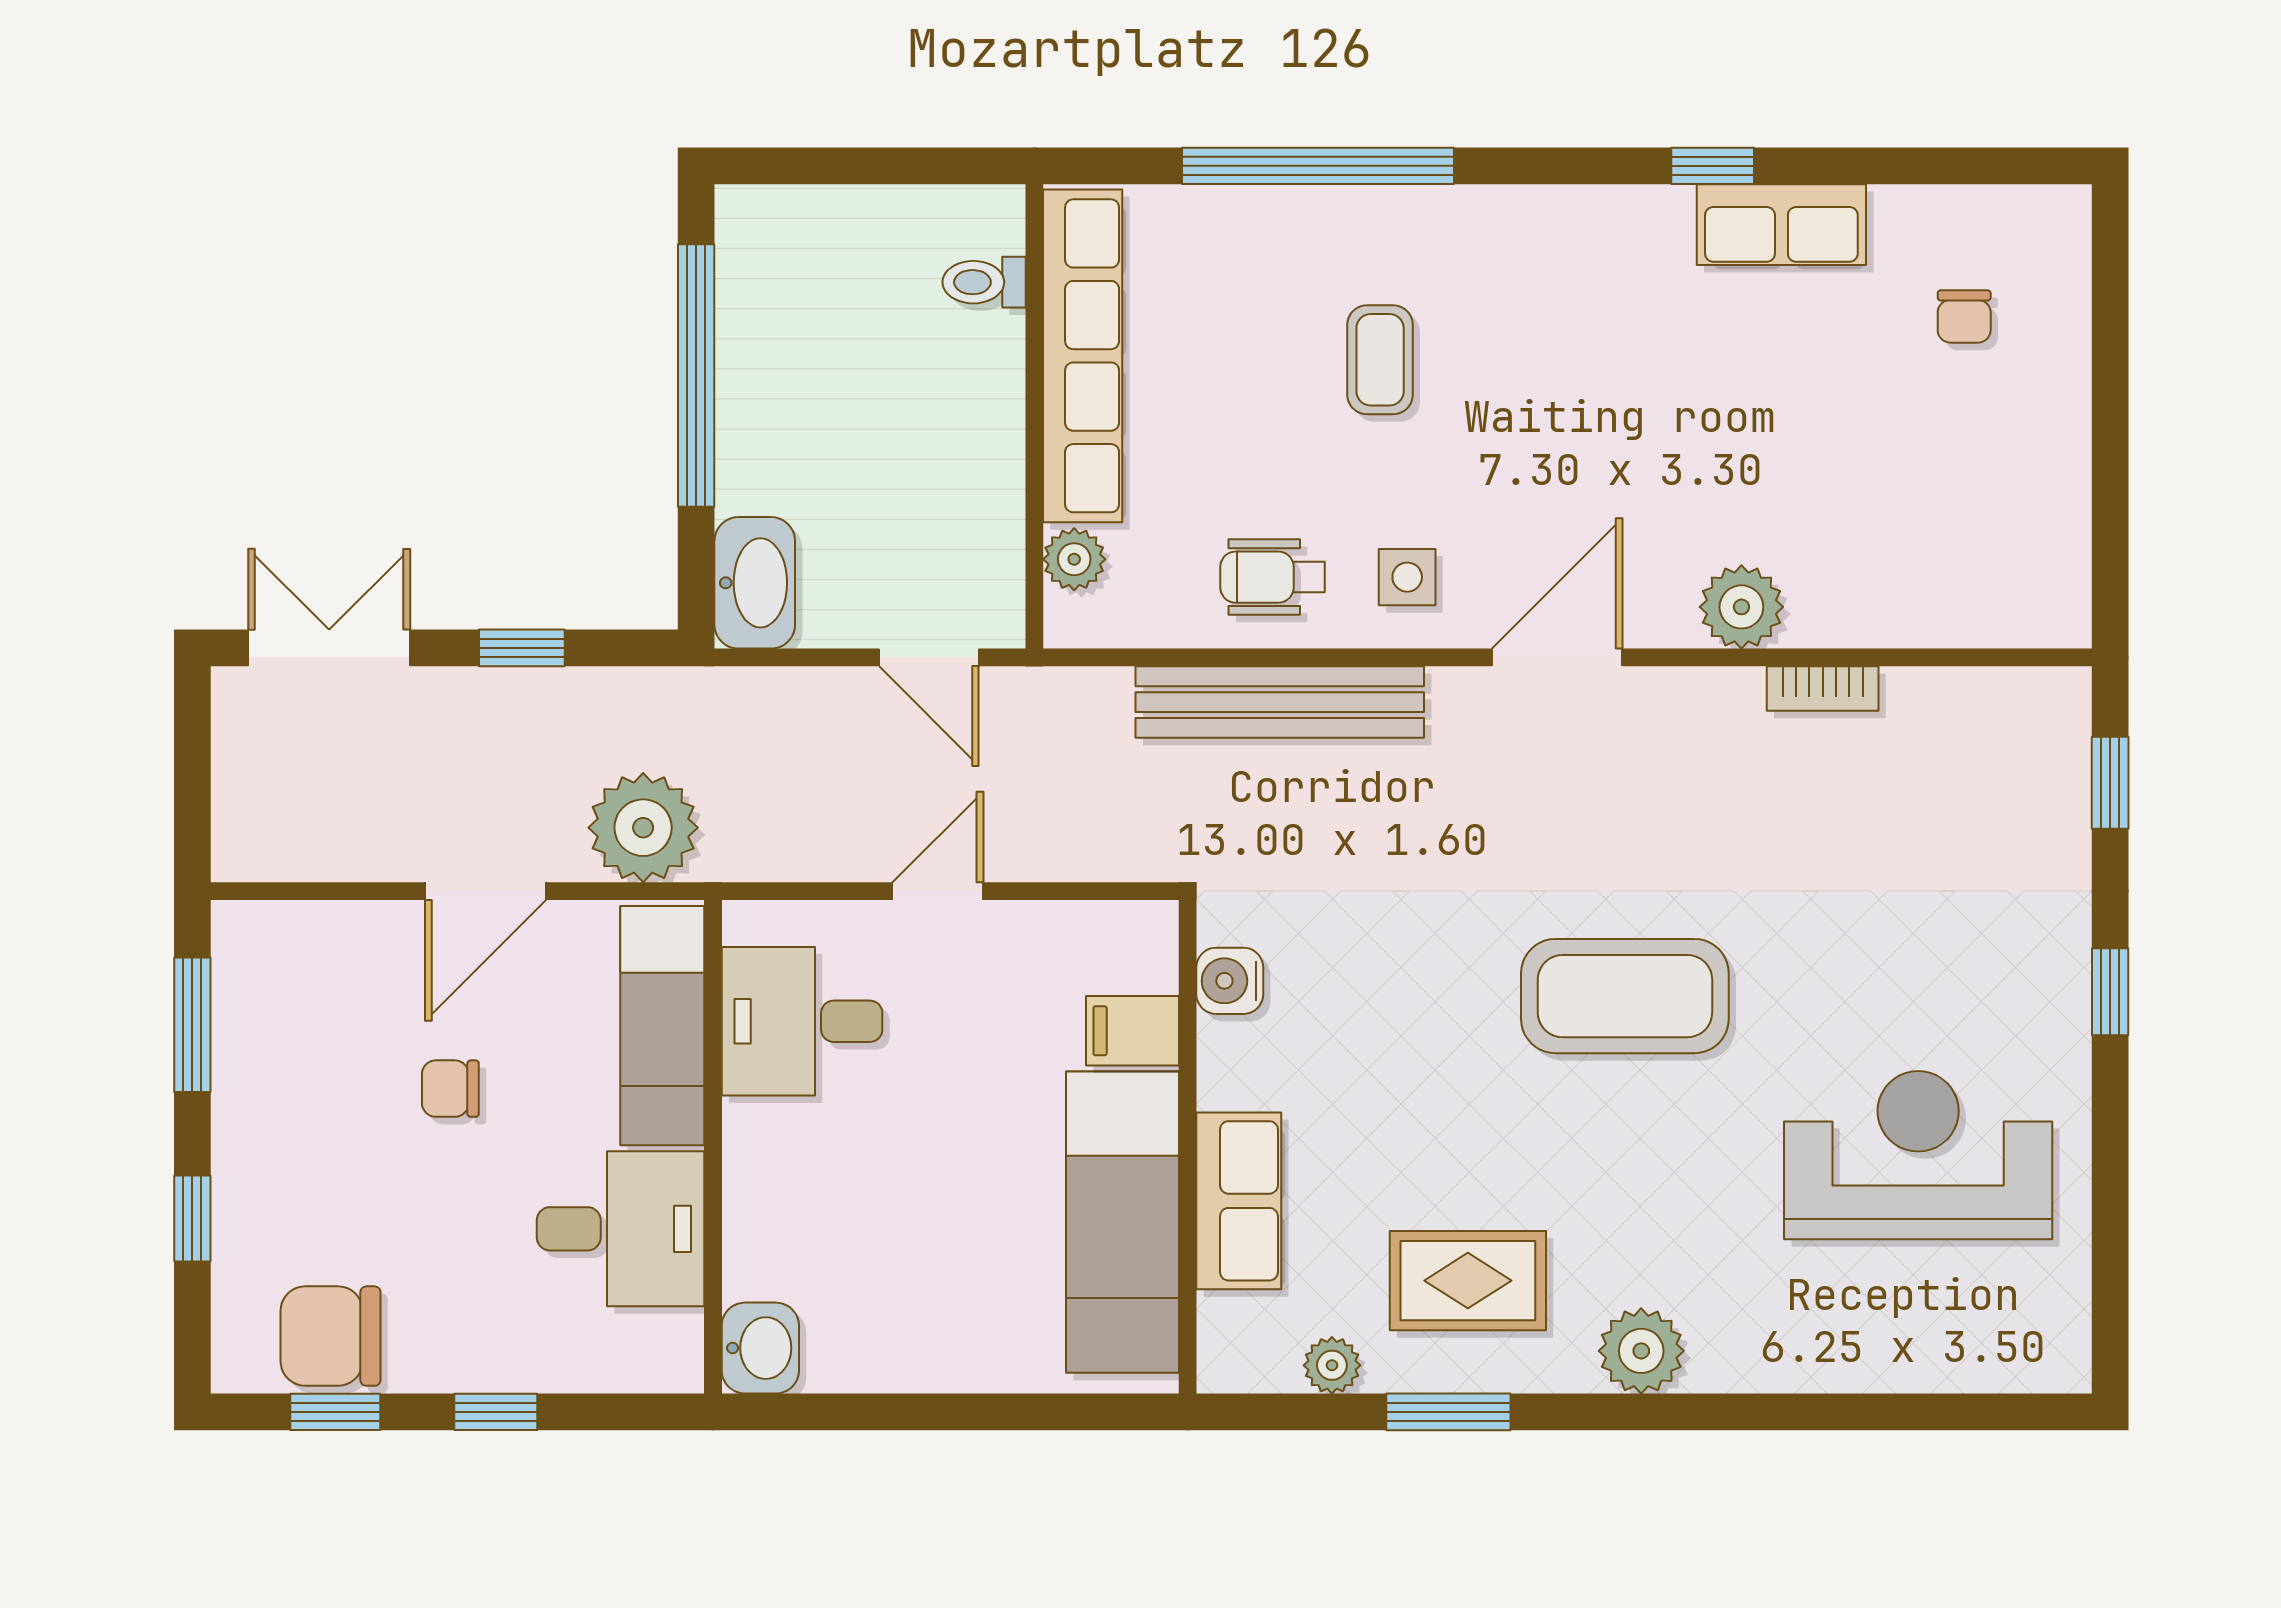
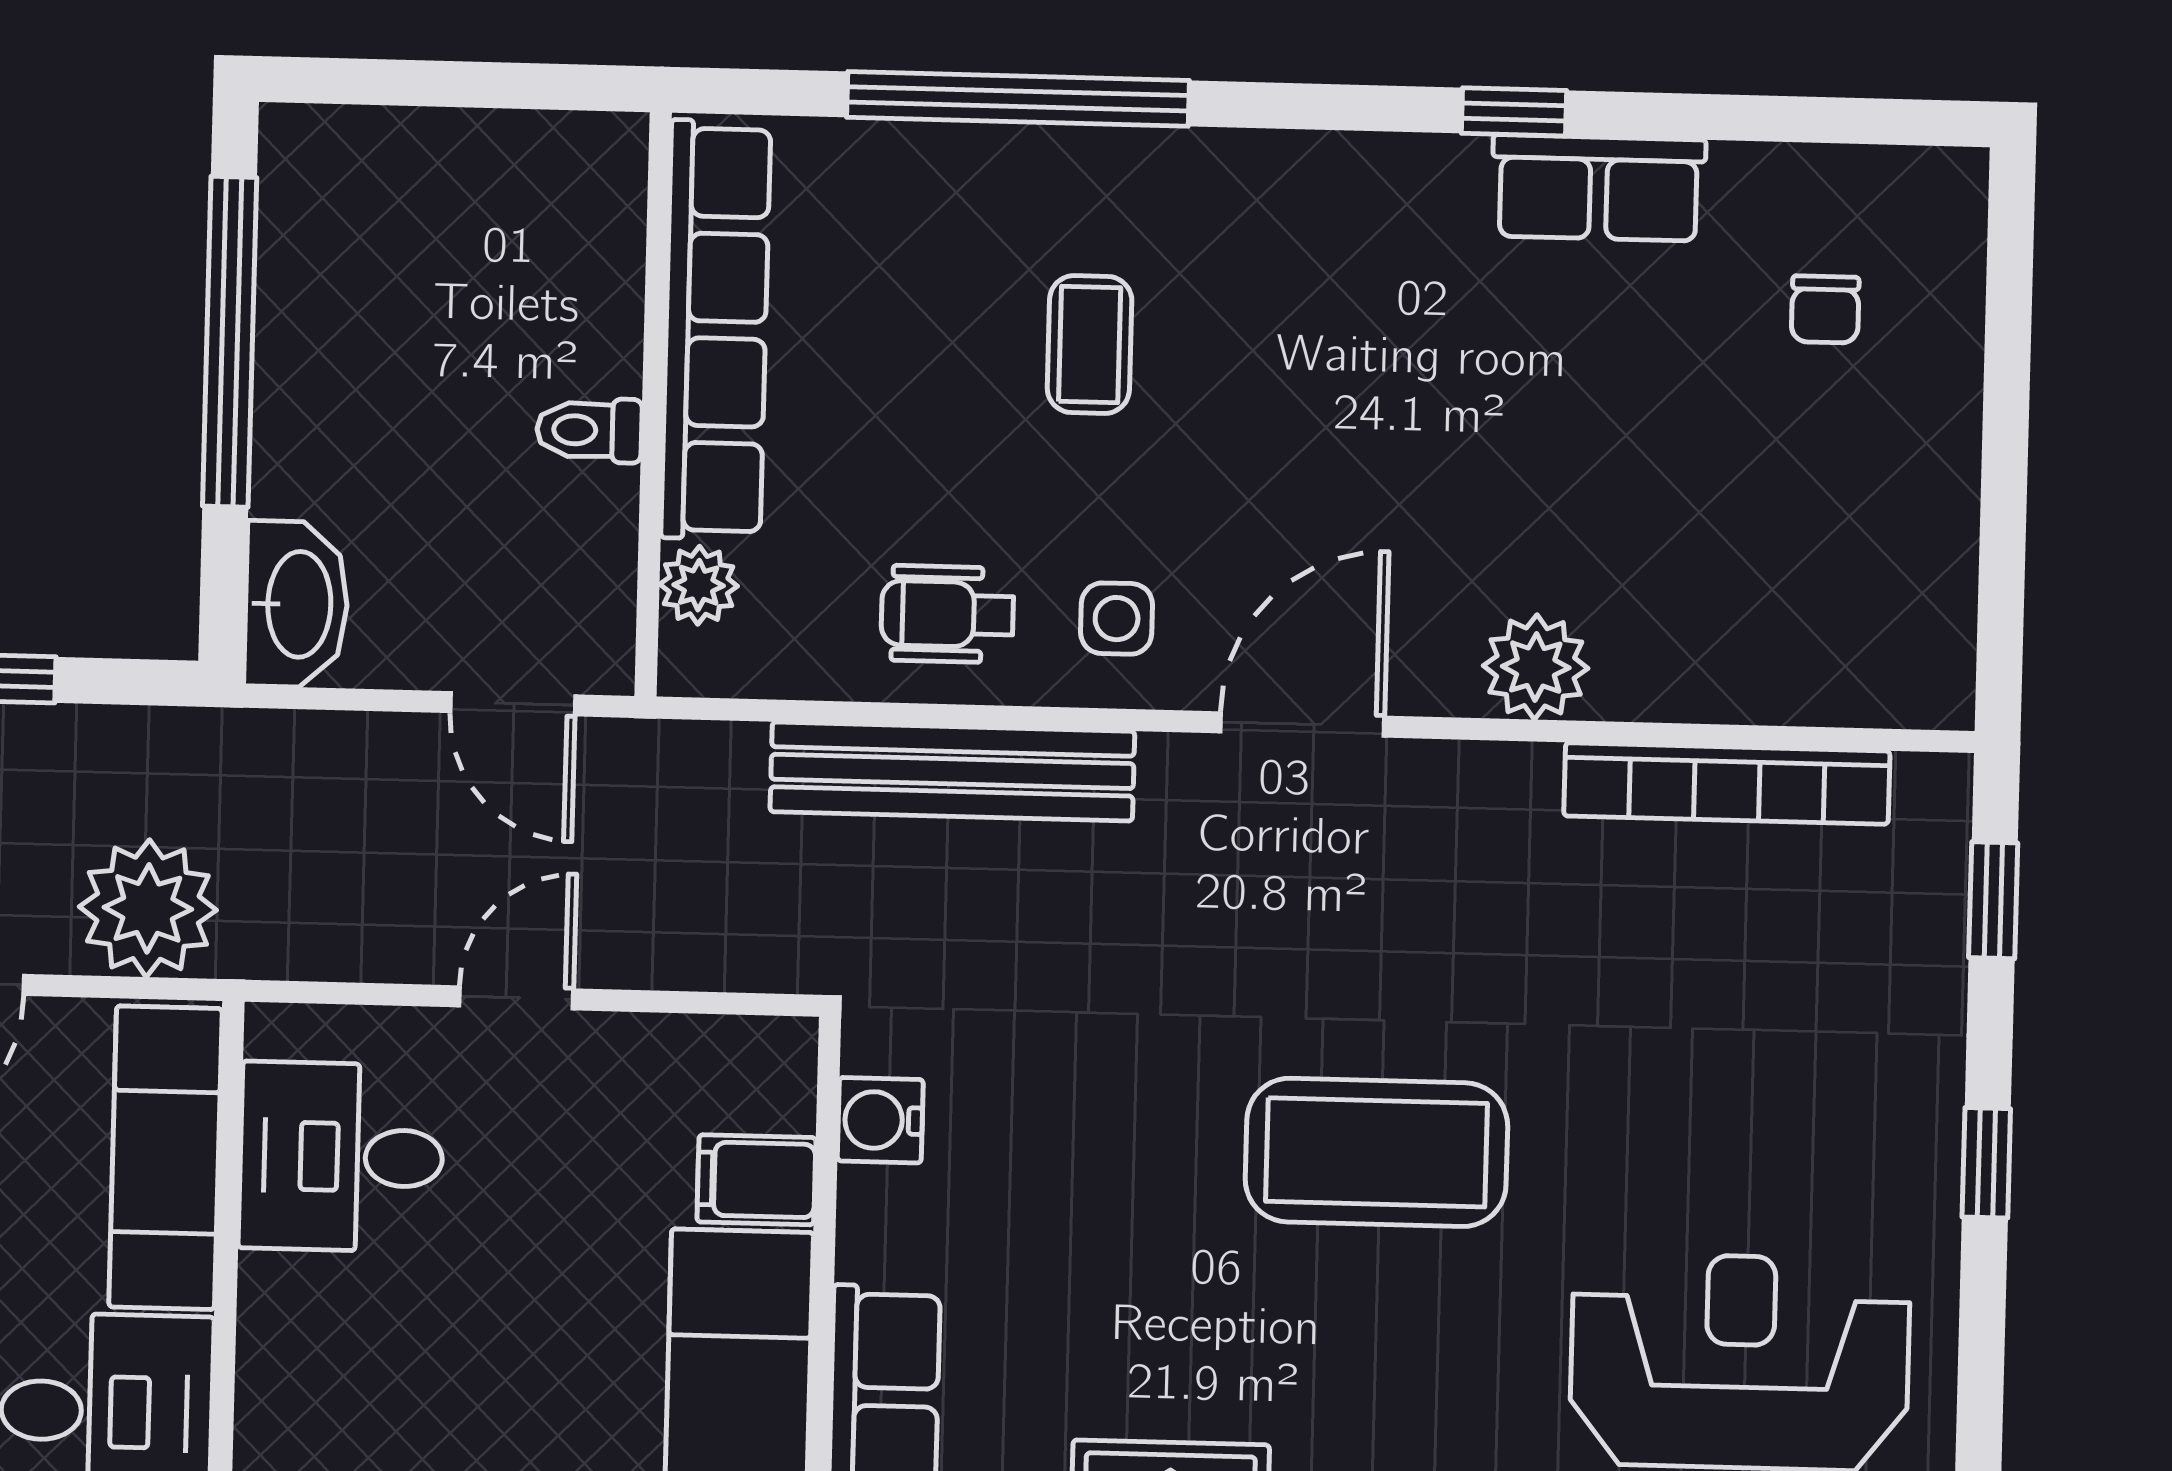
toilet: (984, 282) -> (589, 430), moved
bookcase: (1823, 689) -> (1727, 783), width x2.31, depth x1.31

